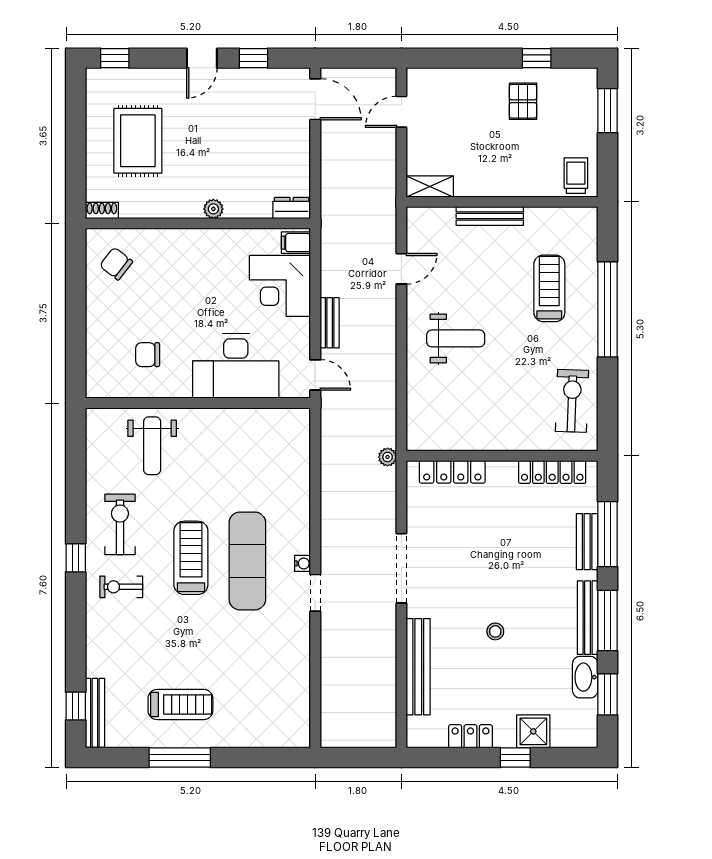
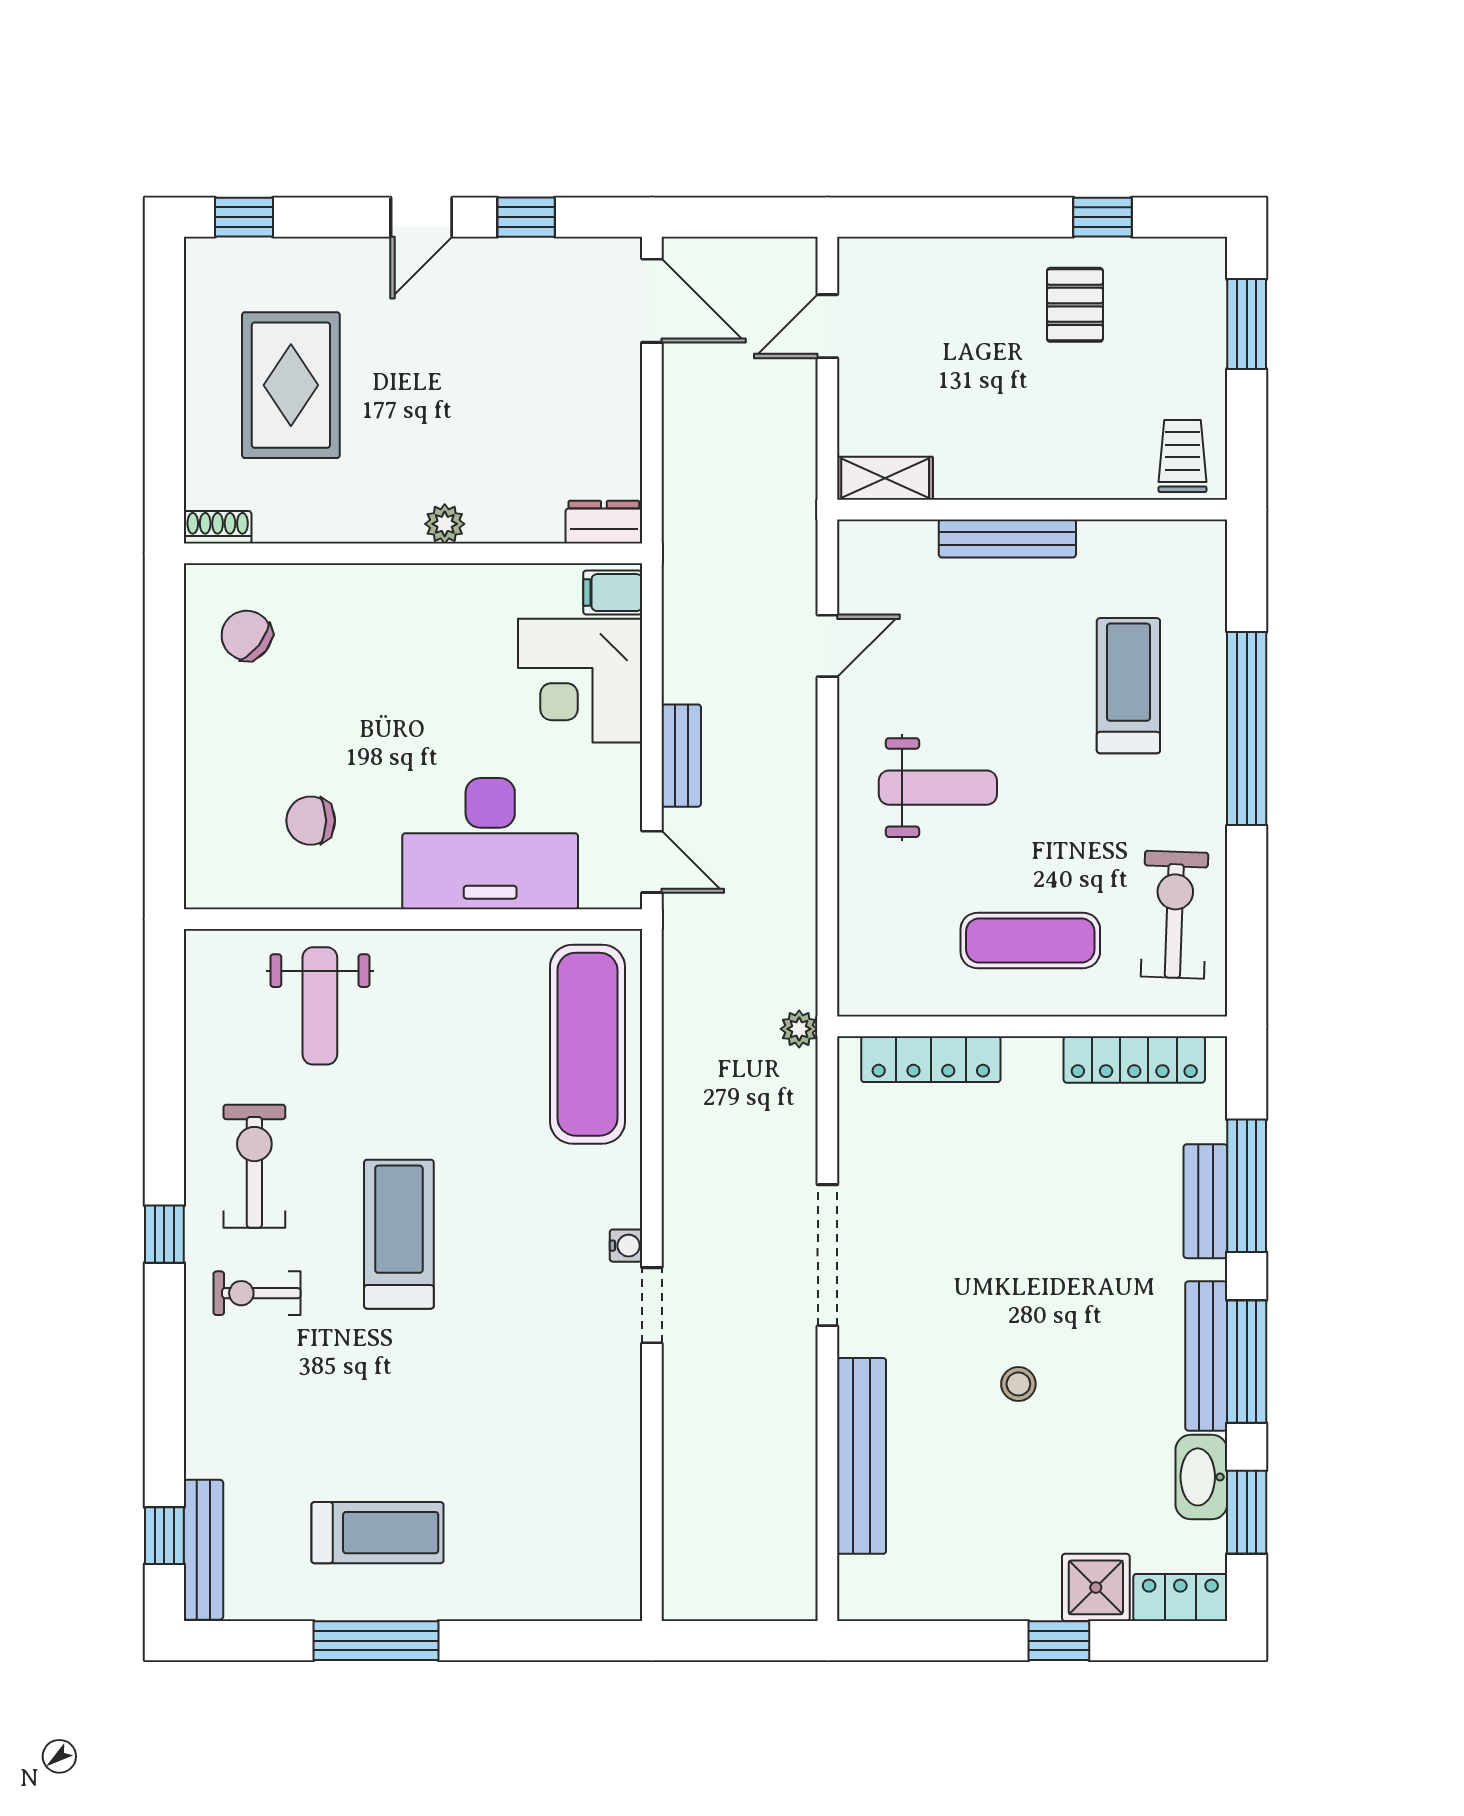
exercise mat: (501, 414) -> (1030, 940), added
exercise mat: (247, 561) -> (588, 1044), moved
locker: (470, 736) -> (1180, 1597), moved

